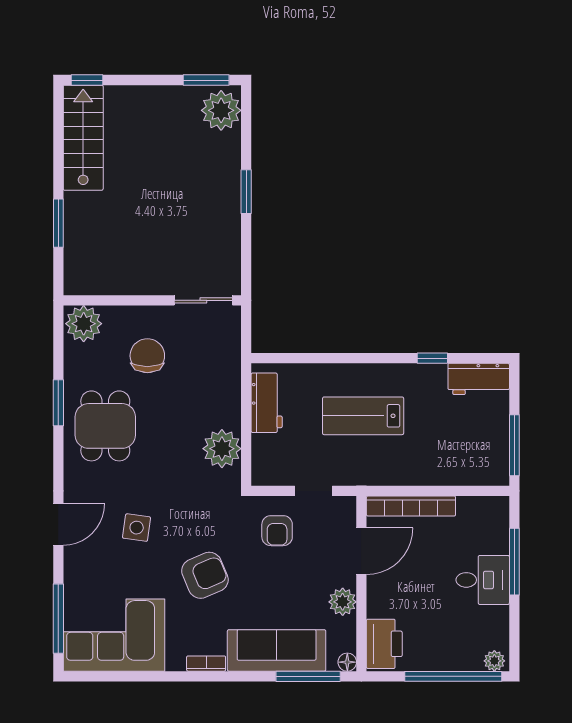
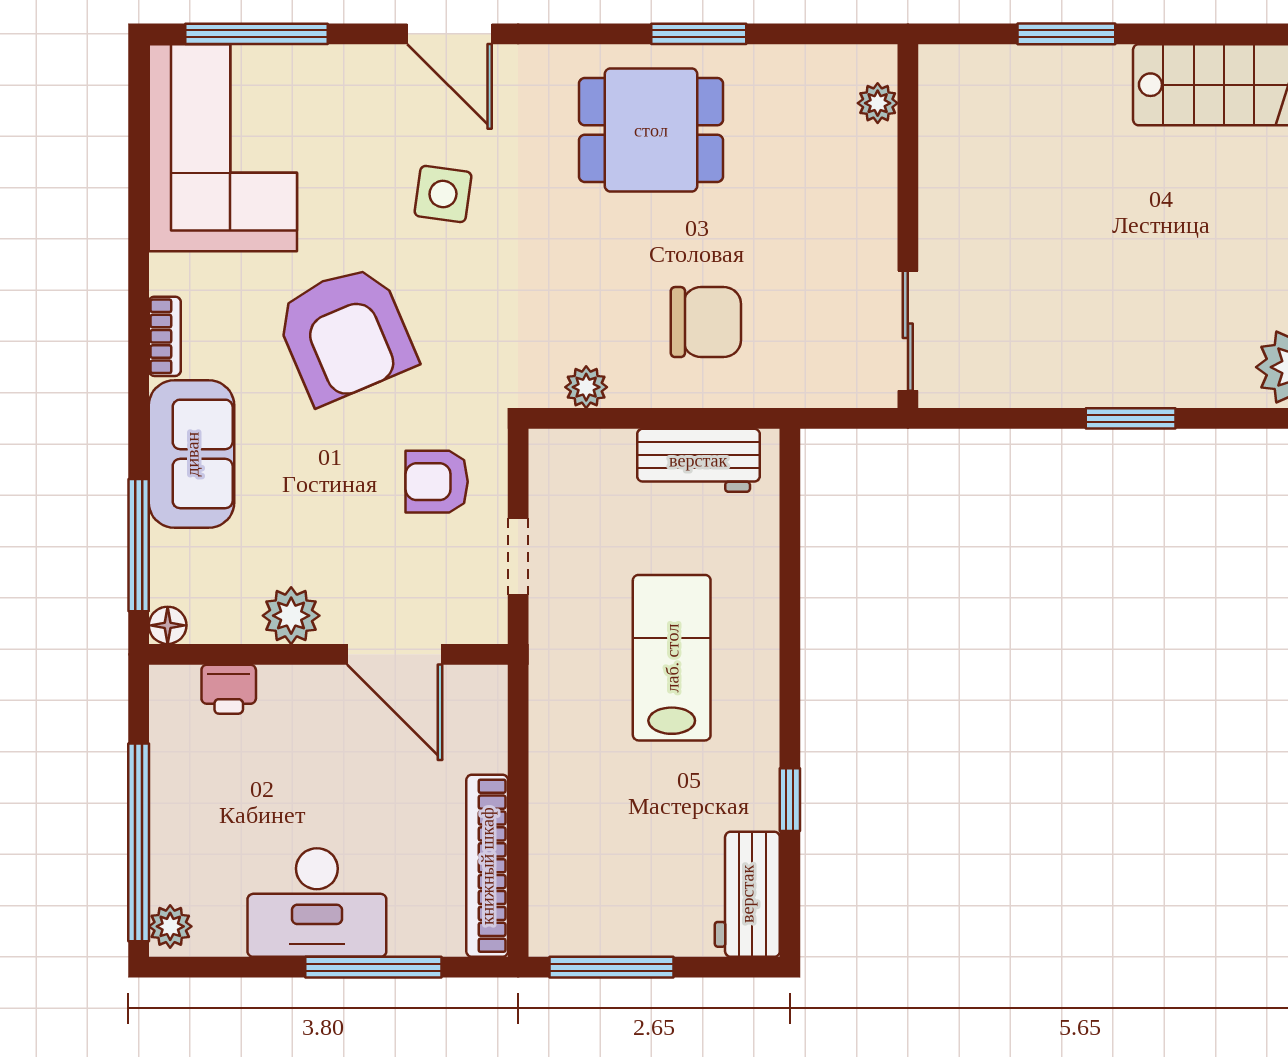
plant: (84, 324) -> (878, 103), width x0.53, depth x0.53
chair: (147, 356) -> (706, 322), moved
plant: (222, 449) -> (586, 387), width x0.53, depth x0.53
bookcase: (411, 506) -> (487, 866), moved
armchair: (205, 575) -> (345, 334), width x1.36, depth x1.36
desk: (483, 580) -> (317, 902), width x1.37
printer: (384, 644) -> (229, 689), width x0.53, depth x0.68
sofa: (277, 650) -> (192, 454), width x0.73

